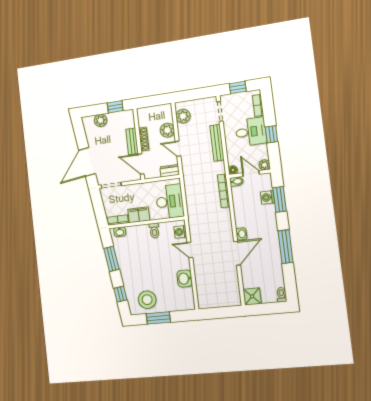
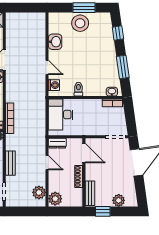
plant: (167, 130) -> (55, 199), moved
bench: (132, 141) -> (90, 193), moved
bench: (217, 143) -> (10, 163), width x0.73
filing cabinet: (139, 215) -> (92, 106), removed
stool: (147, 300) -> (80, 23), moved

